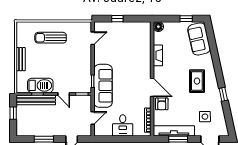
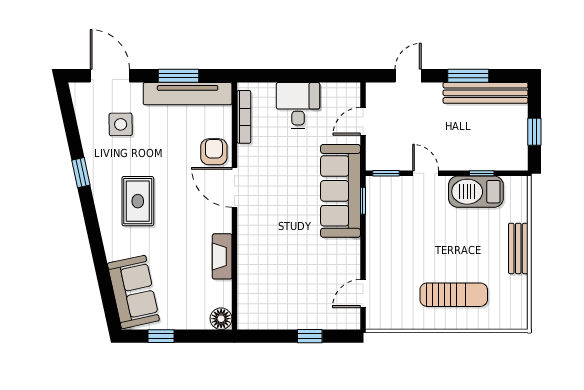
bench: (36, 100) -> (486, 93), moved

